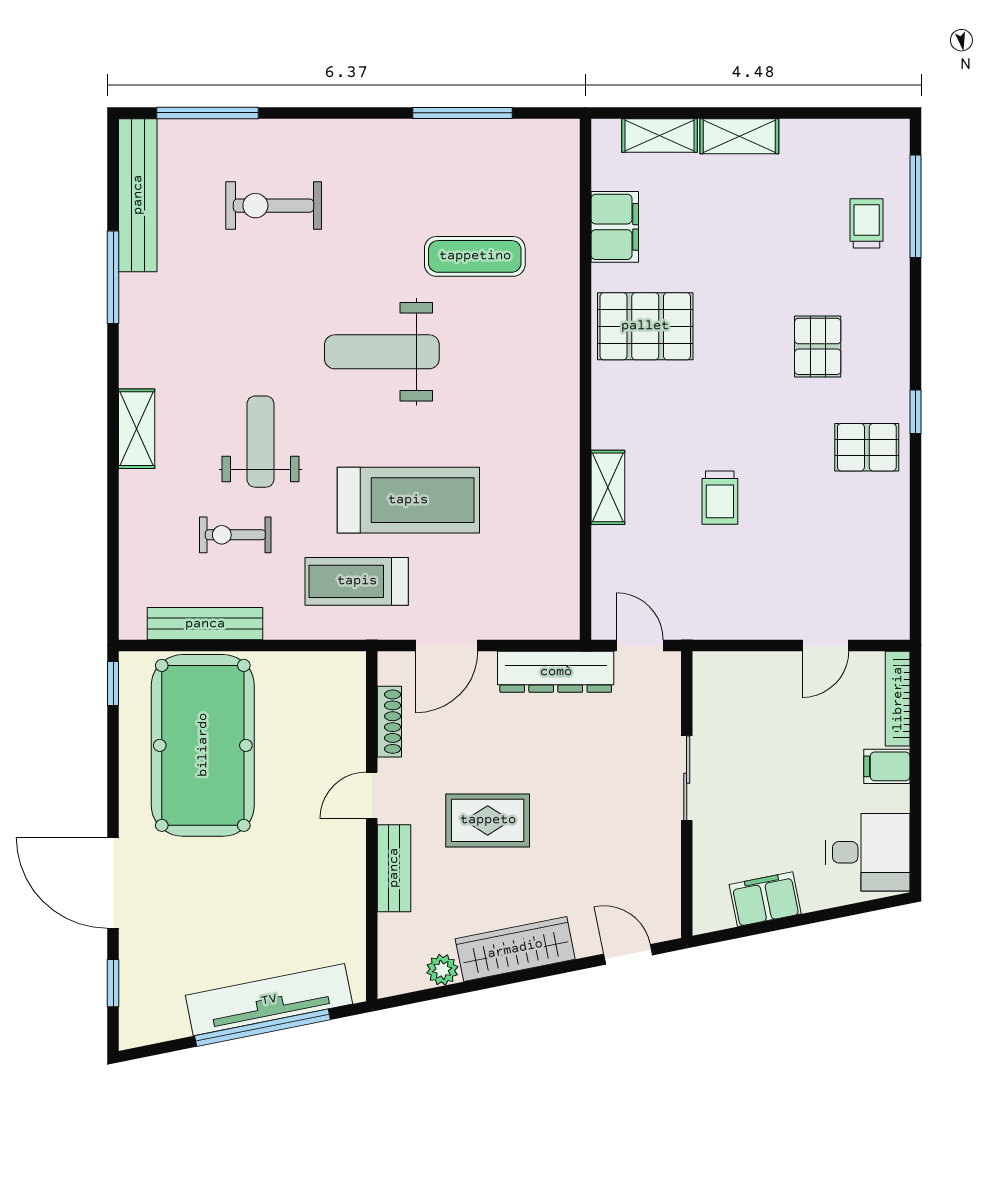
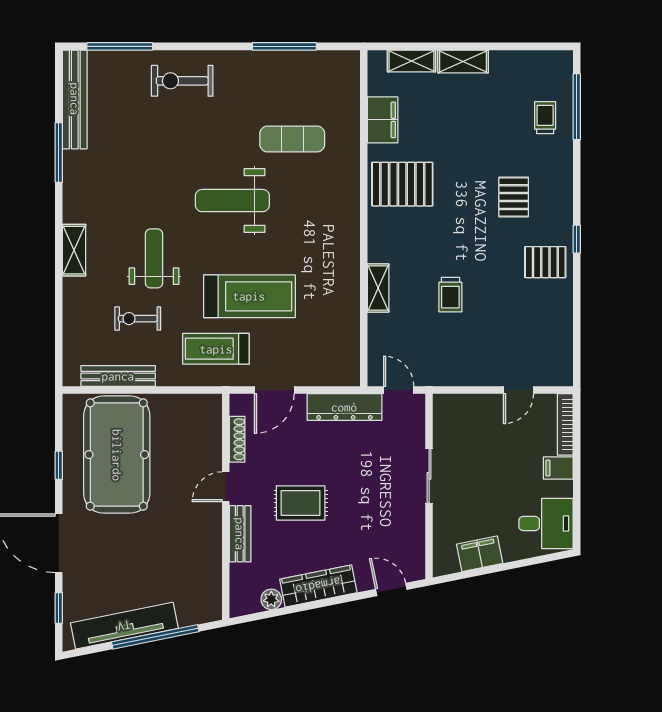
exercise bike: (274, 206) -> (182, 81), moved
window: (113, 683) -> (59, 465), moved
tv unit: (269, 1000) -> (124, 626), moved

